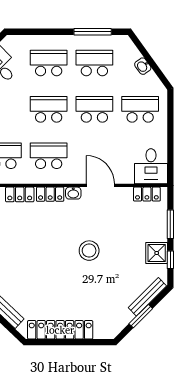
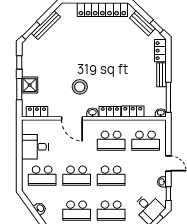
desk: (151, 166) -> (35, 147), moved, turned -90
stool: (89, 251) -> (80, 87), moved
shower: (157, 253) -> (30, 85), moved
bench: (147, 297) -> (46, 25), moved
window: (141, 316) -> (31, 30), moved

